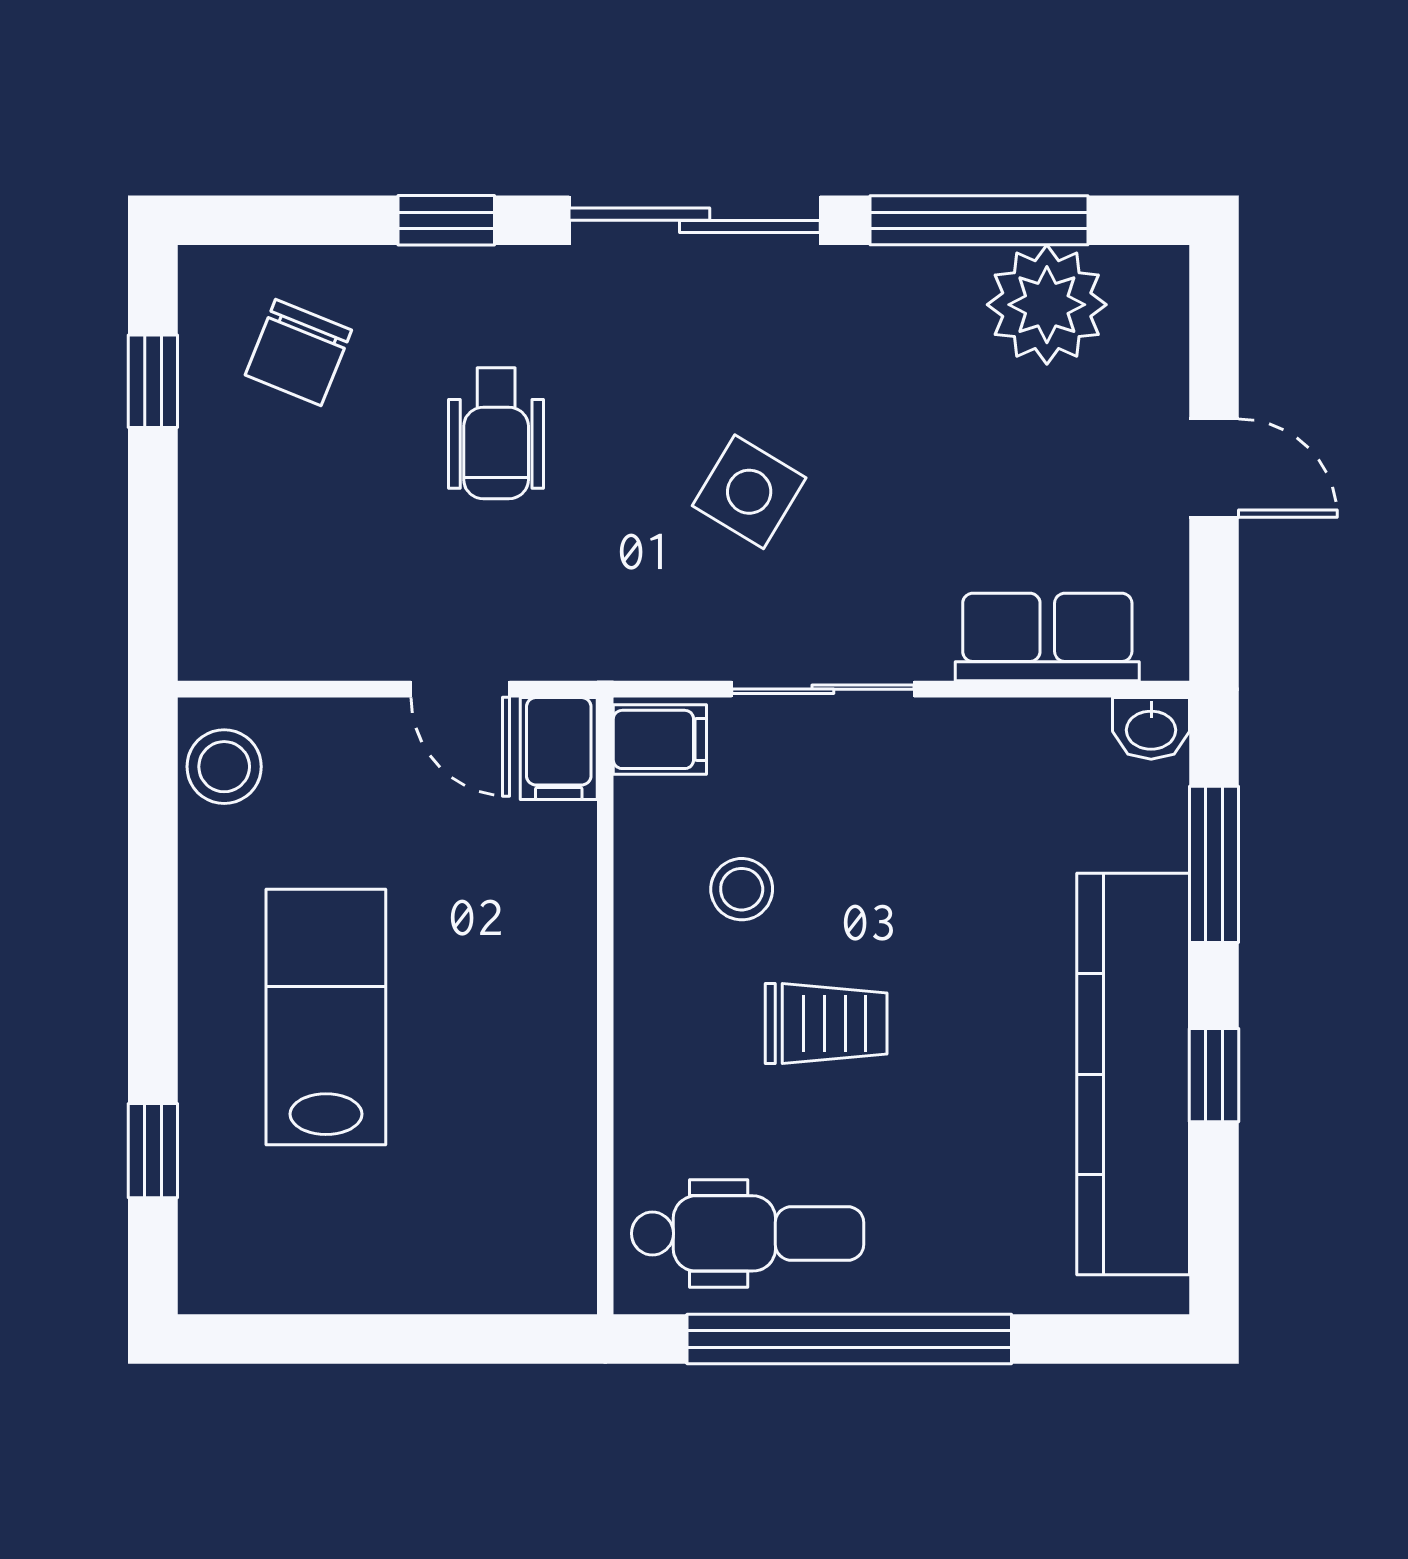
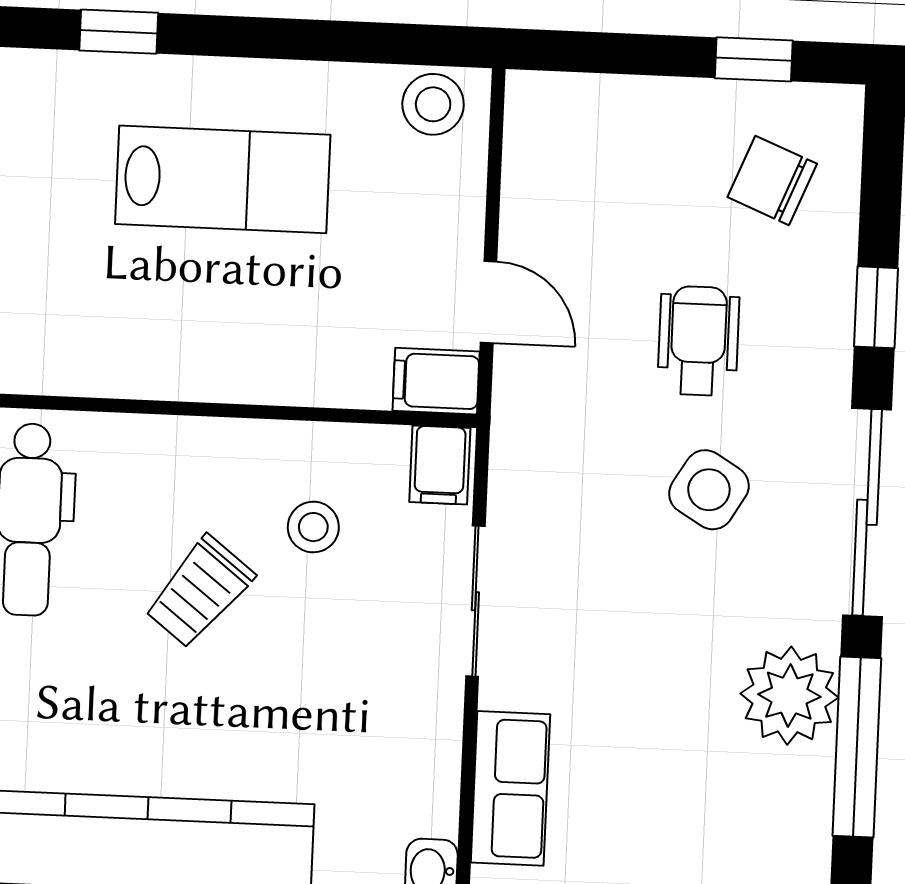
plant: (1047, 305) -> (789, 696), moved
wheelchair: (496, 433) -> (698, 341), turned 90
side table: (749, 492) -> (709, 490), moved
door: (460, 689) -> (489, 302), swing flipped
trolley: (826, 1024) -> (199, 592), turned 38

